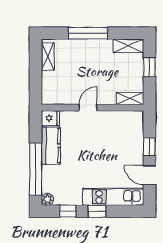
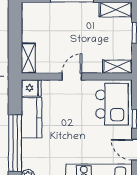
shelving: (48, 56) -> (28, 58), moved
kitchen island: (125, 133) -> (112, 104), added

